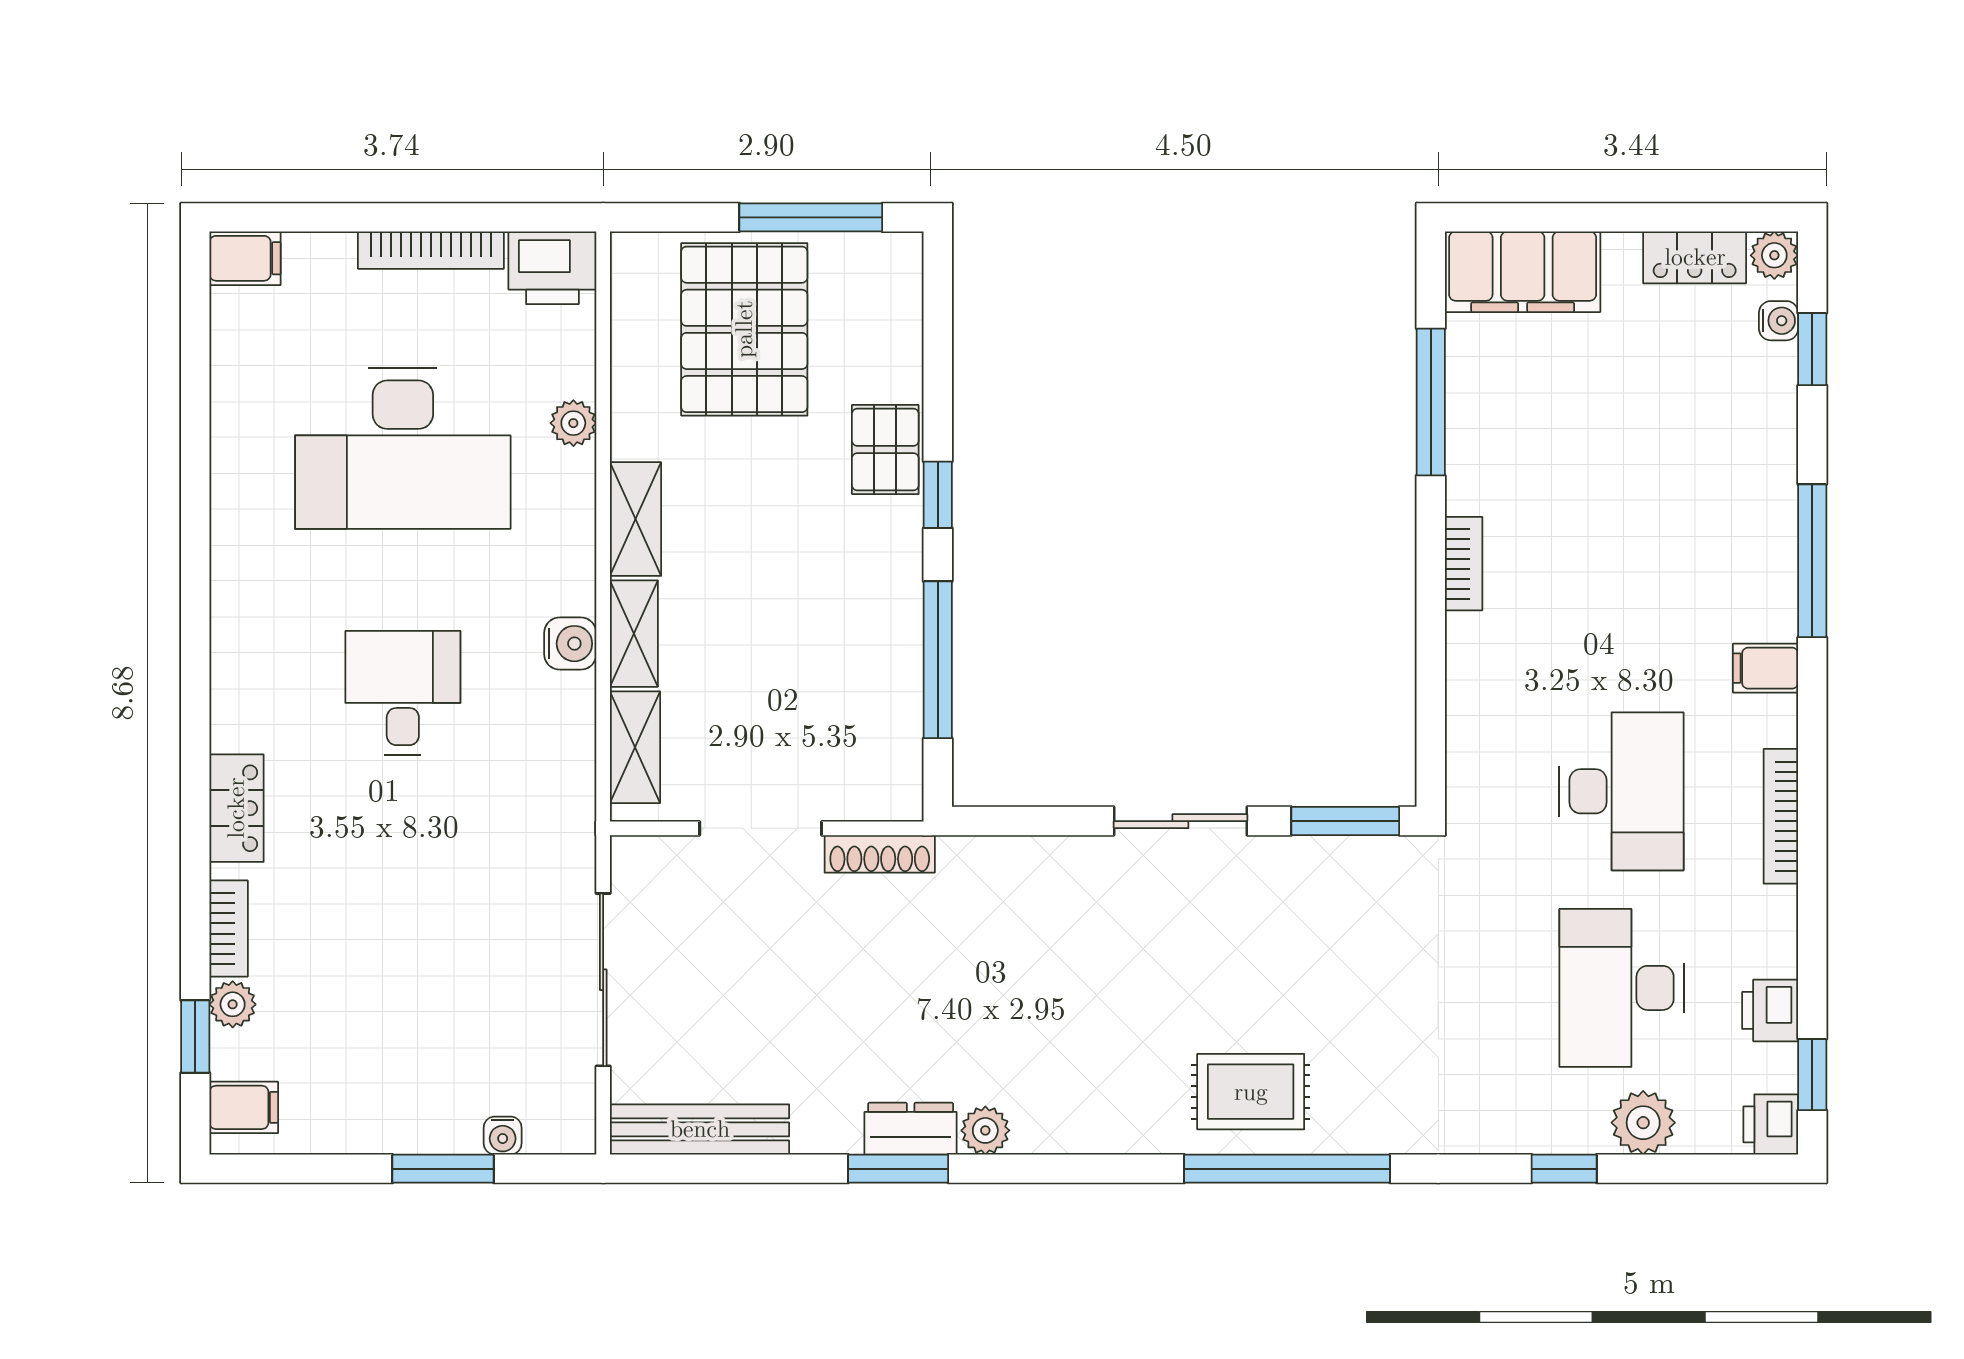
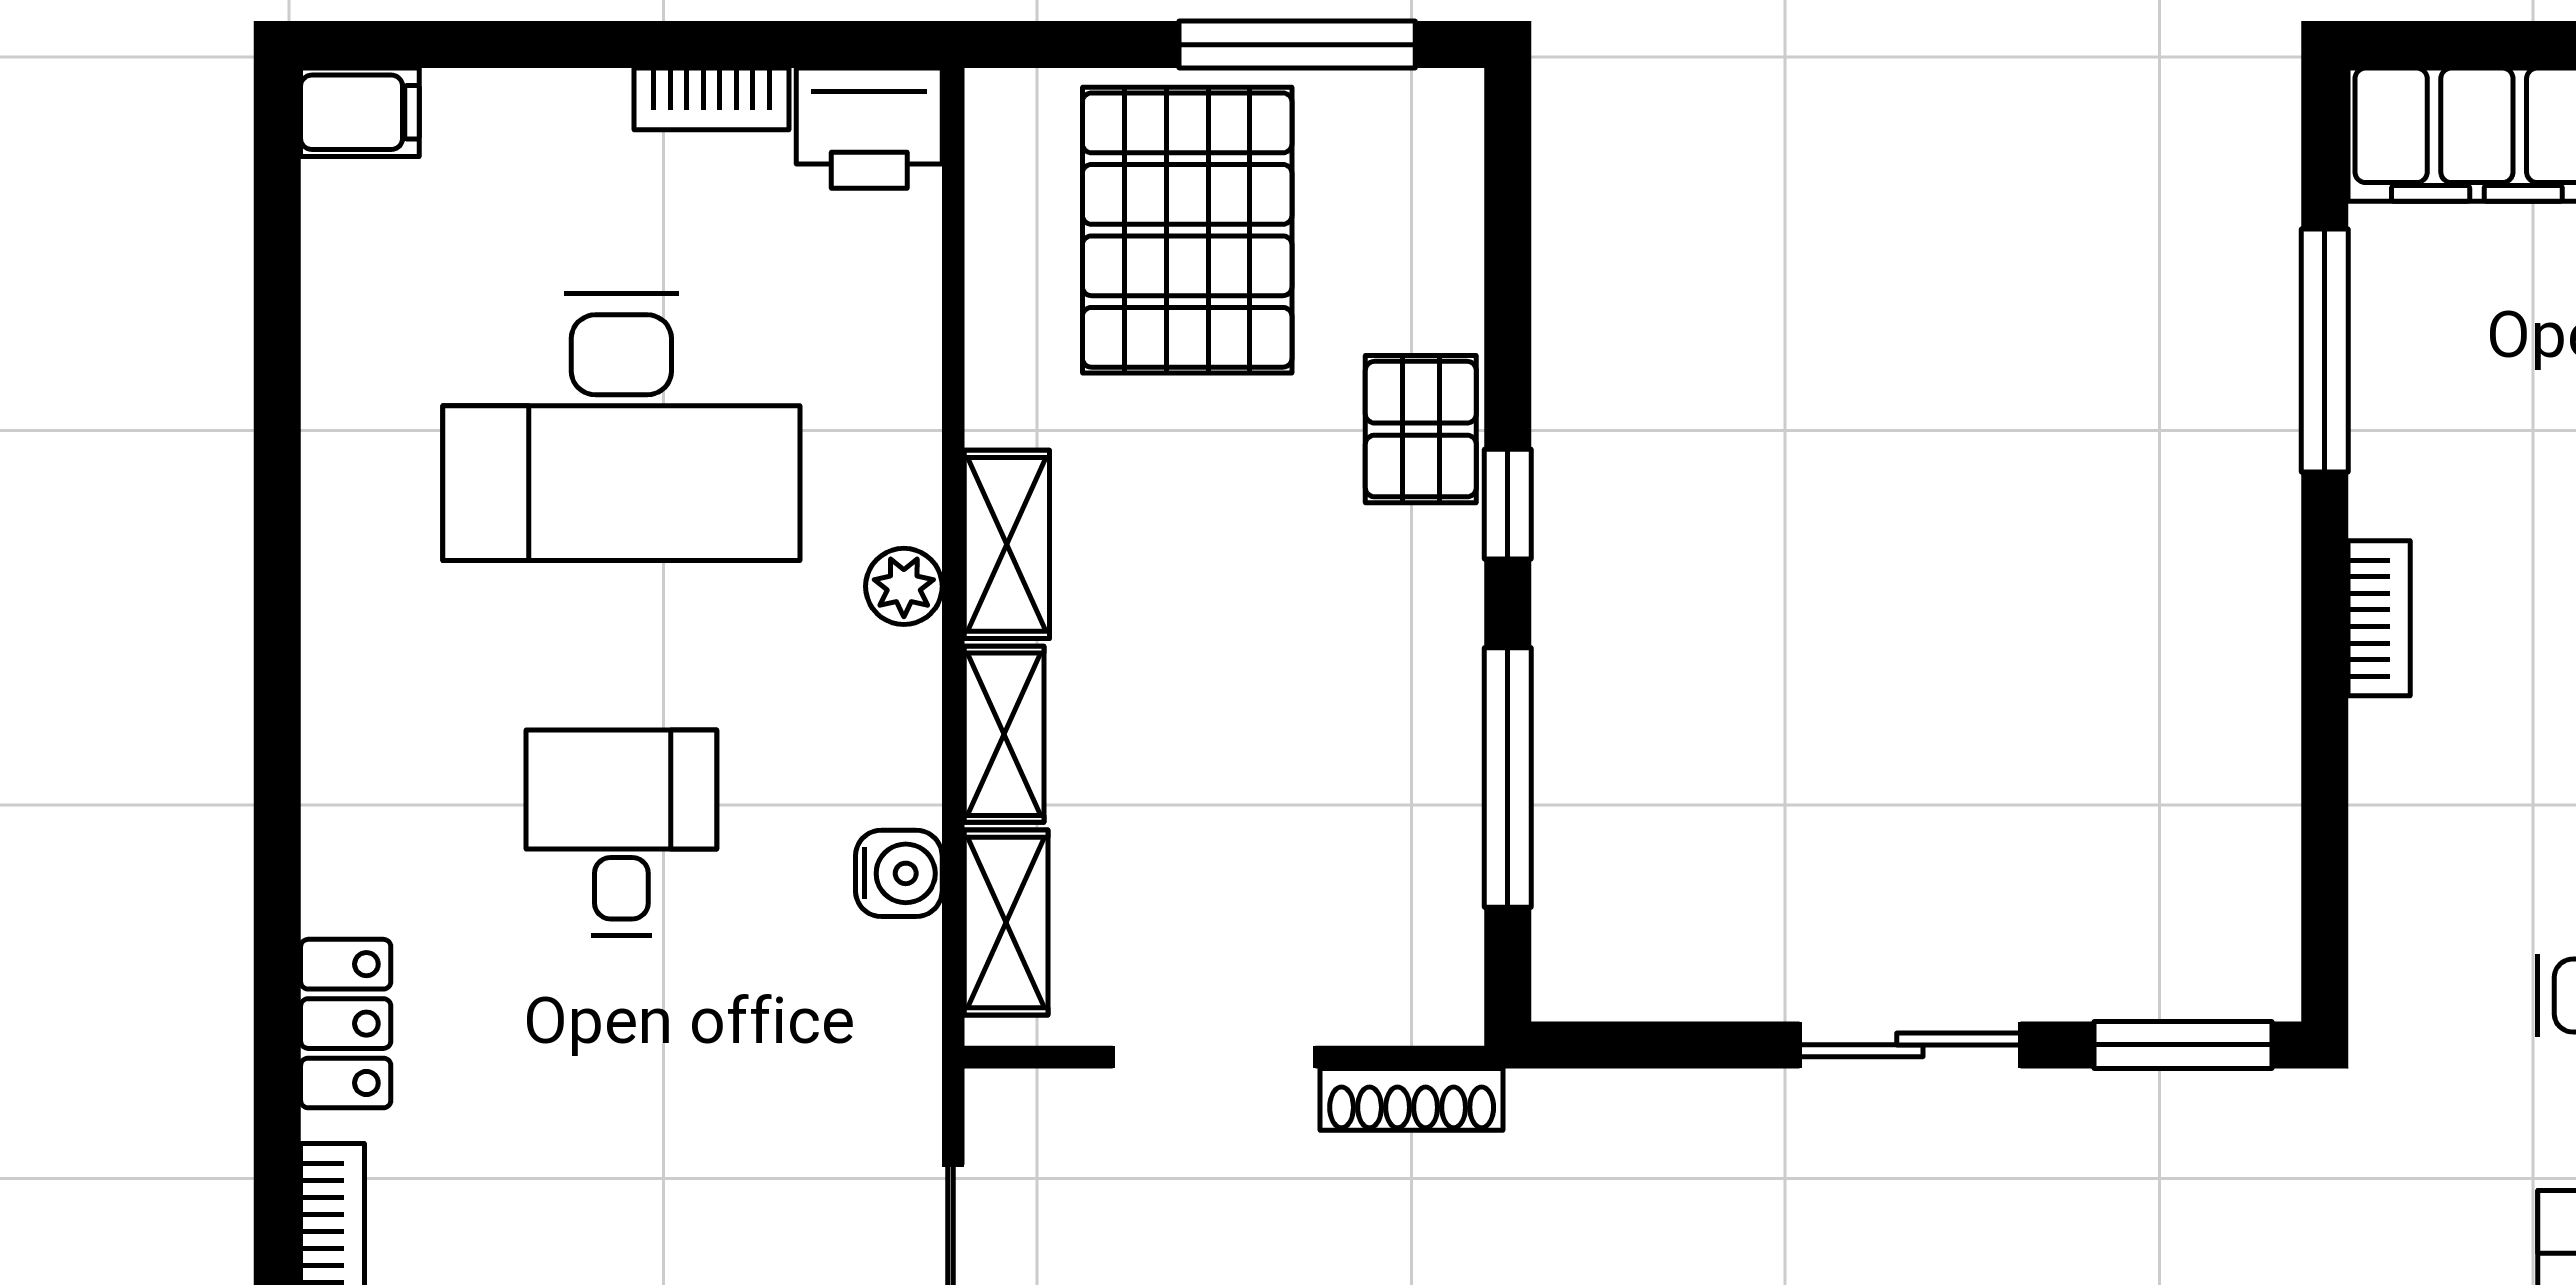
bookcase: (431, 250) -> (711, 99), width x0.64
plant: (573, 423) -> (904, 586), moved
water cooler: (570, 644) -> (899, 873), moved

